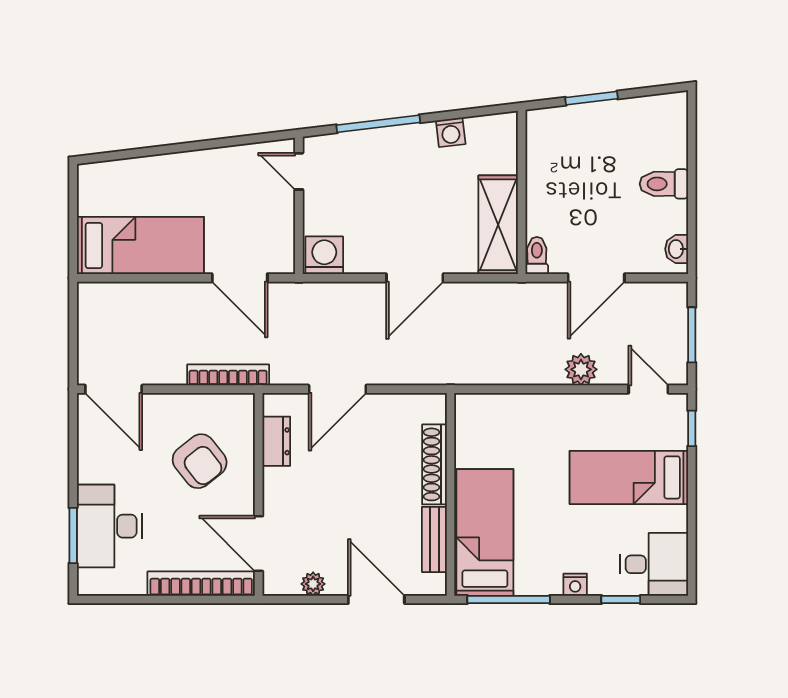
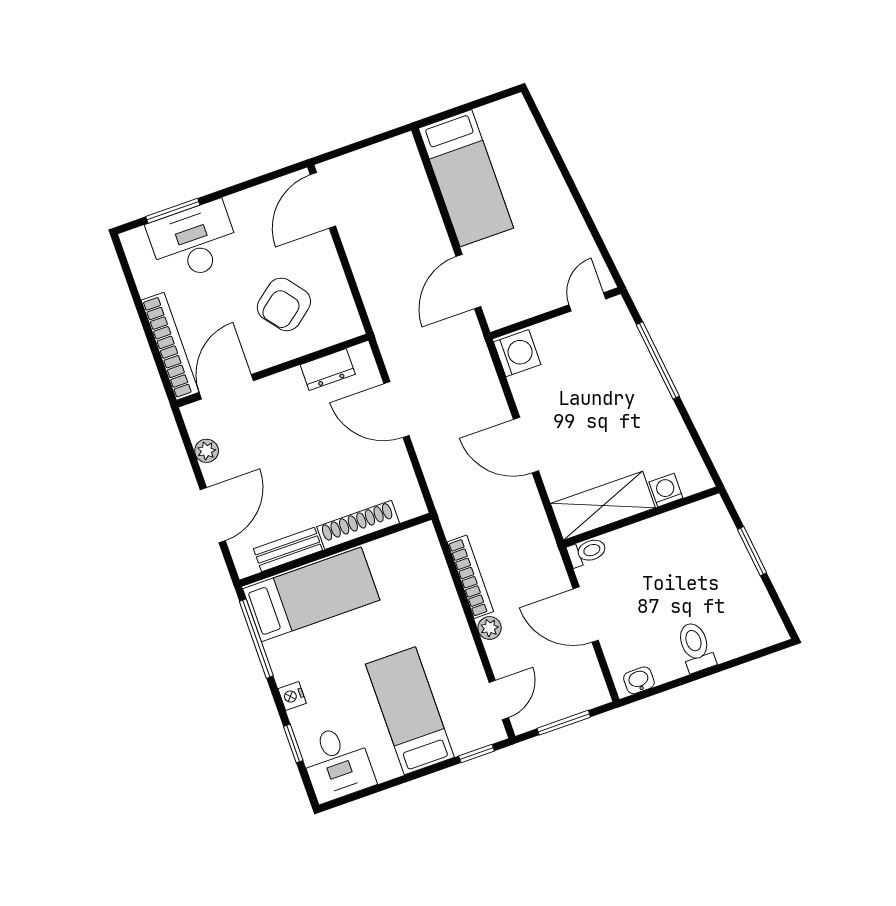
washing machine: (451, 132) -> (666, 490), moved, turned 97
plant: (581, 369) -> (490, 628), width x0.73, depth x0.73
bookcase: (228, 375) -> (470, 577), moved

